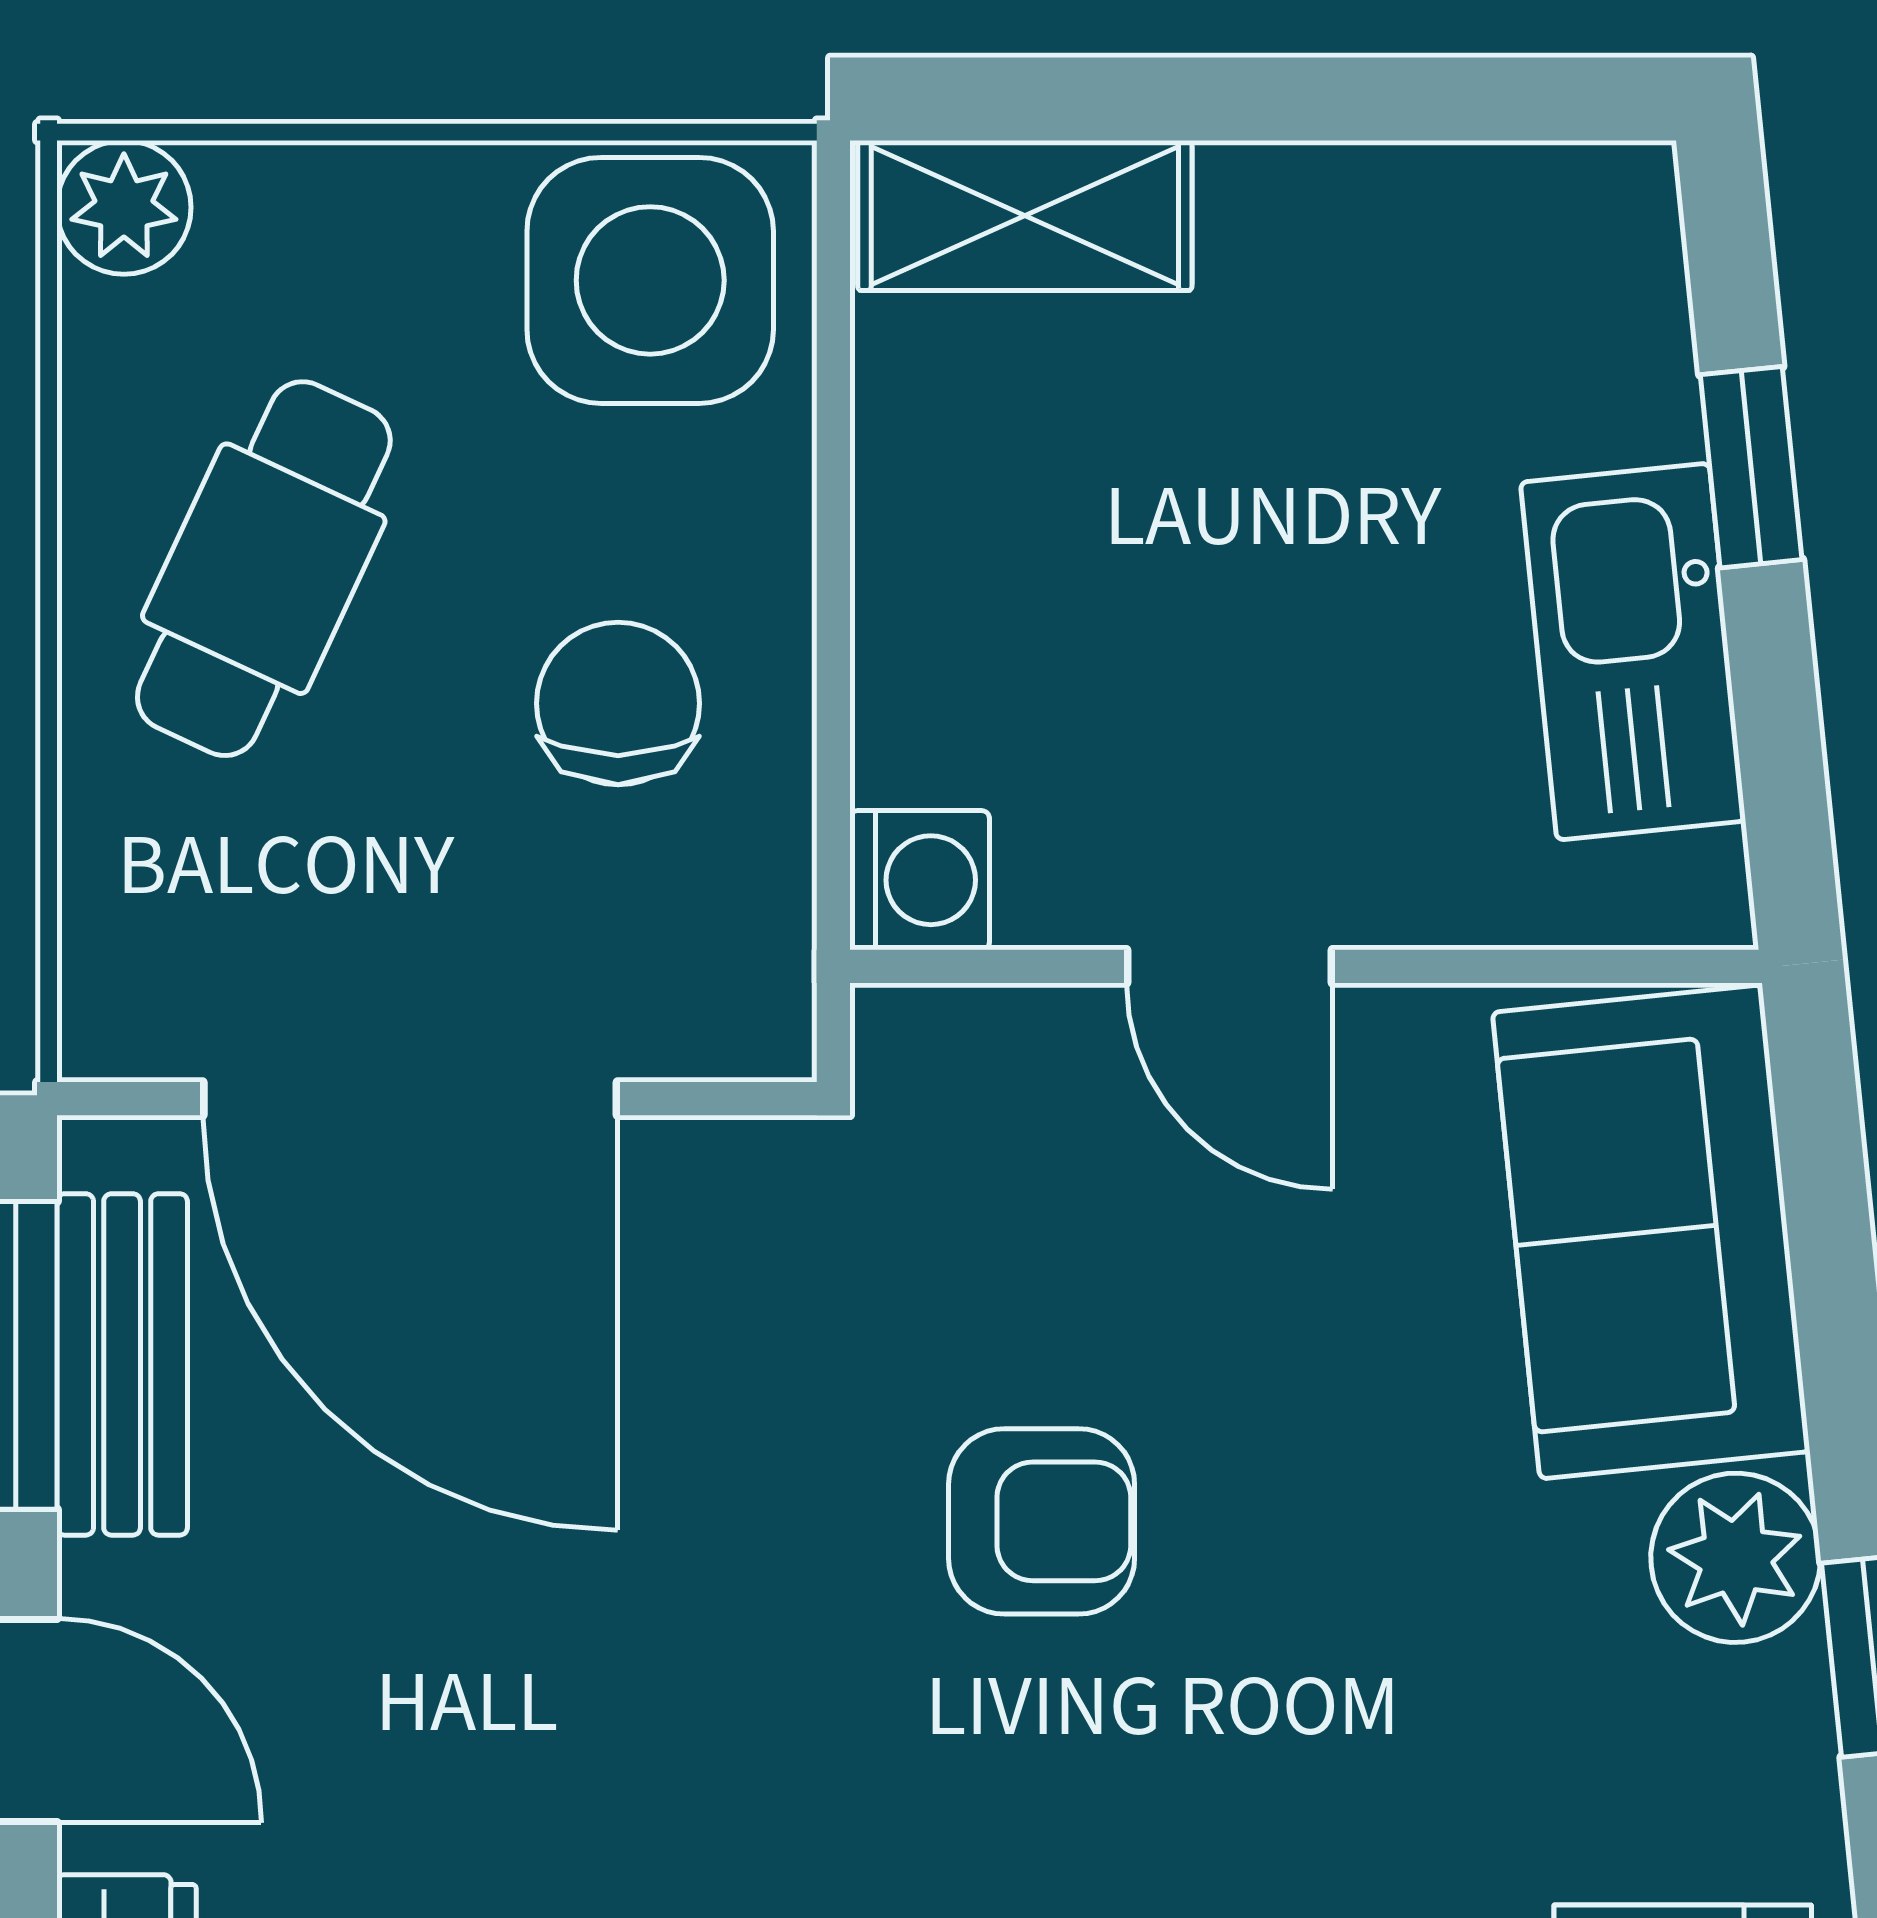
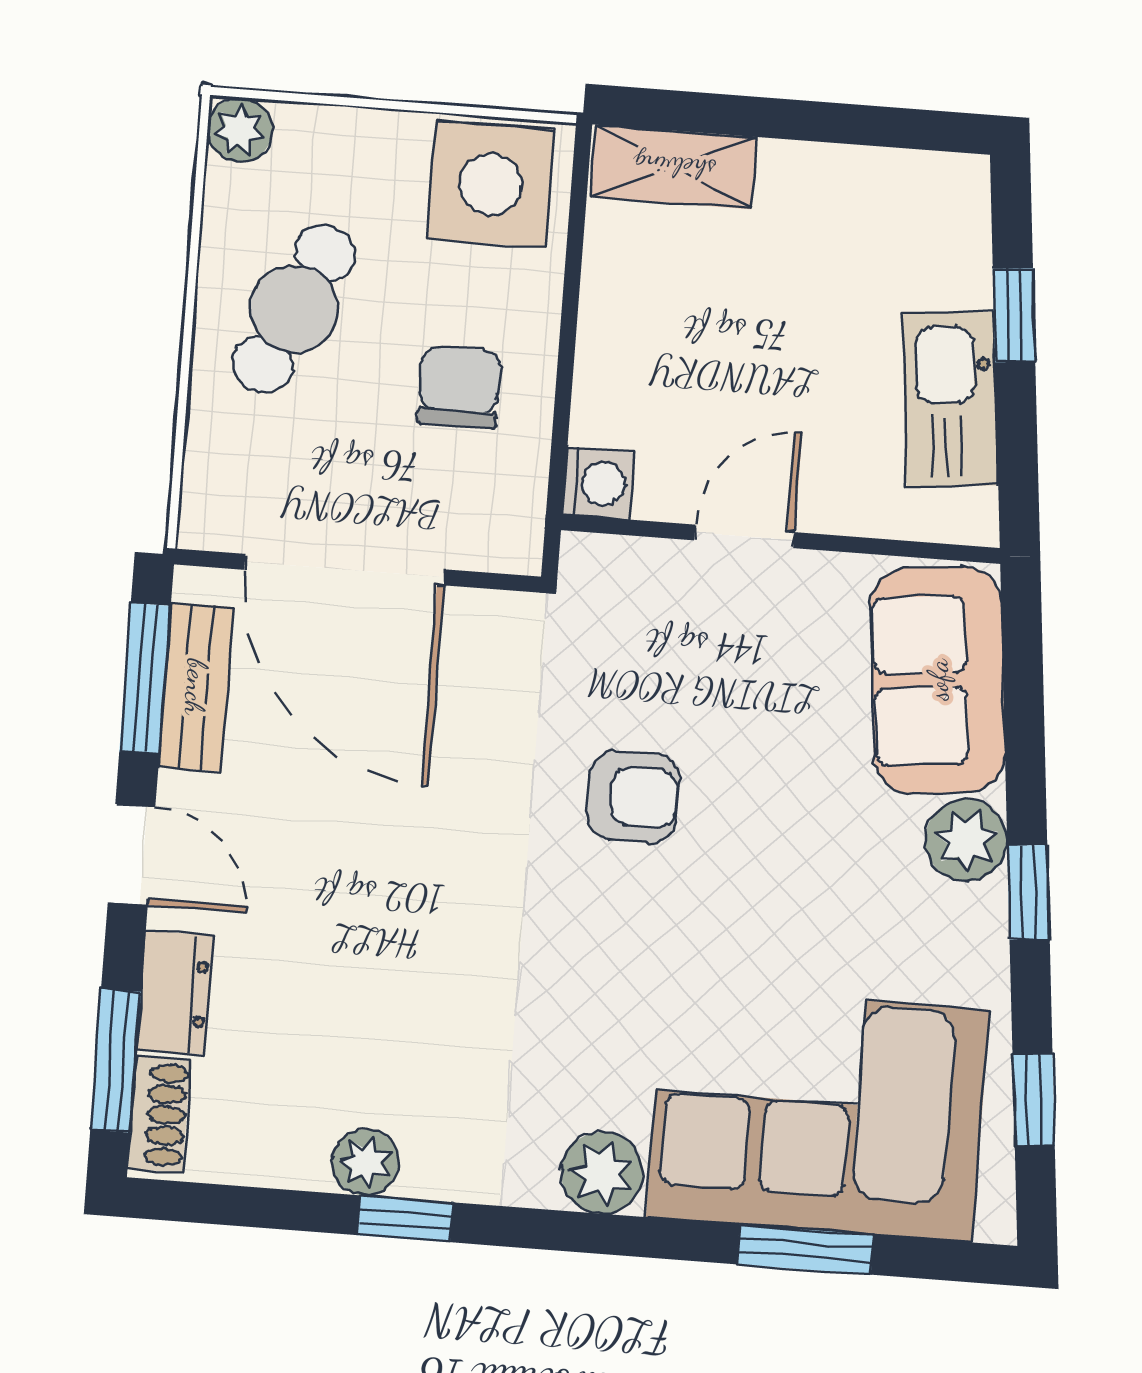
door: (1229, 966) -> (744, 536), swing flipped

